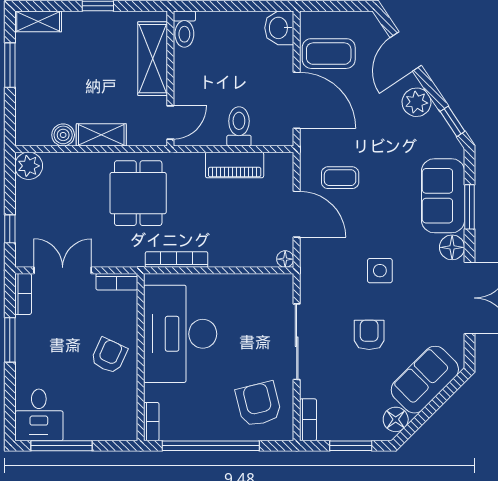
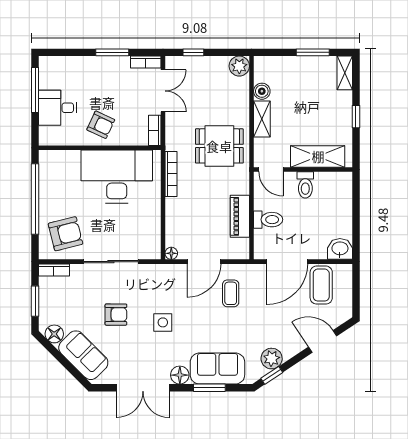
toilet: (184, 29) -> (305, 185), moved, turned -90
plant: (417, 102) -> (272, 359), moved
desk: (39, 415) -> (58, 108), moved
bookcase: (151, 422) -> (53, 156), removed

